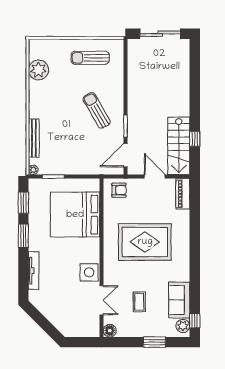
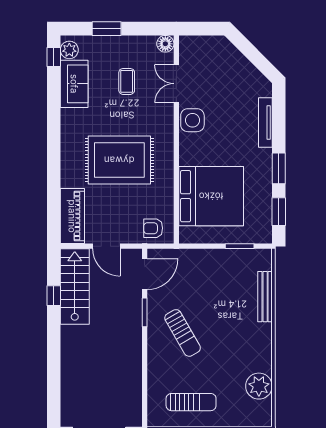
plant: (33, 170) -> (266, 255), removed
piano: (183, 194) -> (72, 216), width x1.37, depth x1.33

